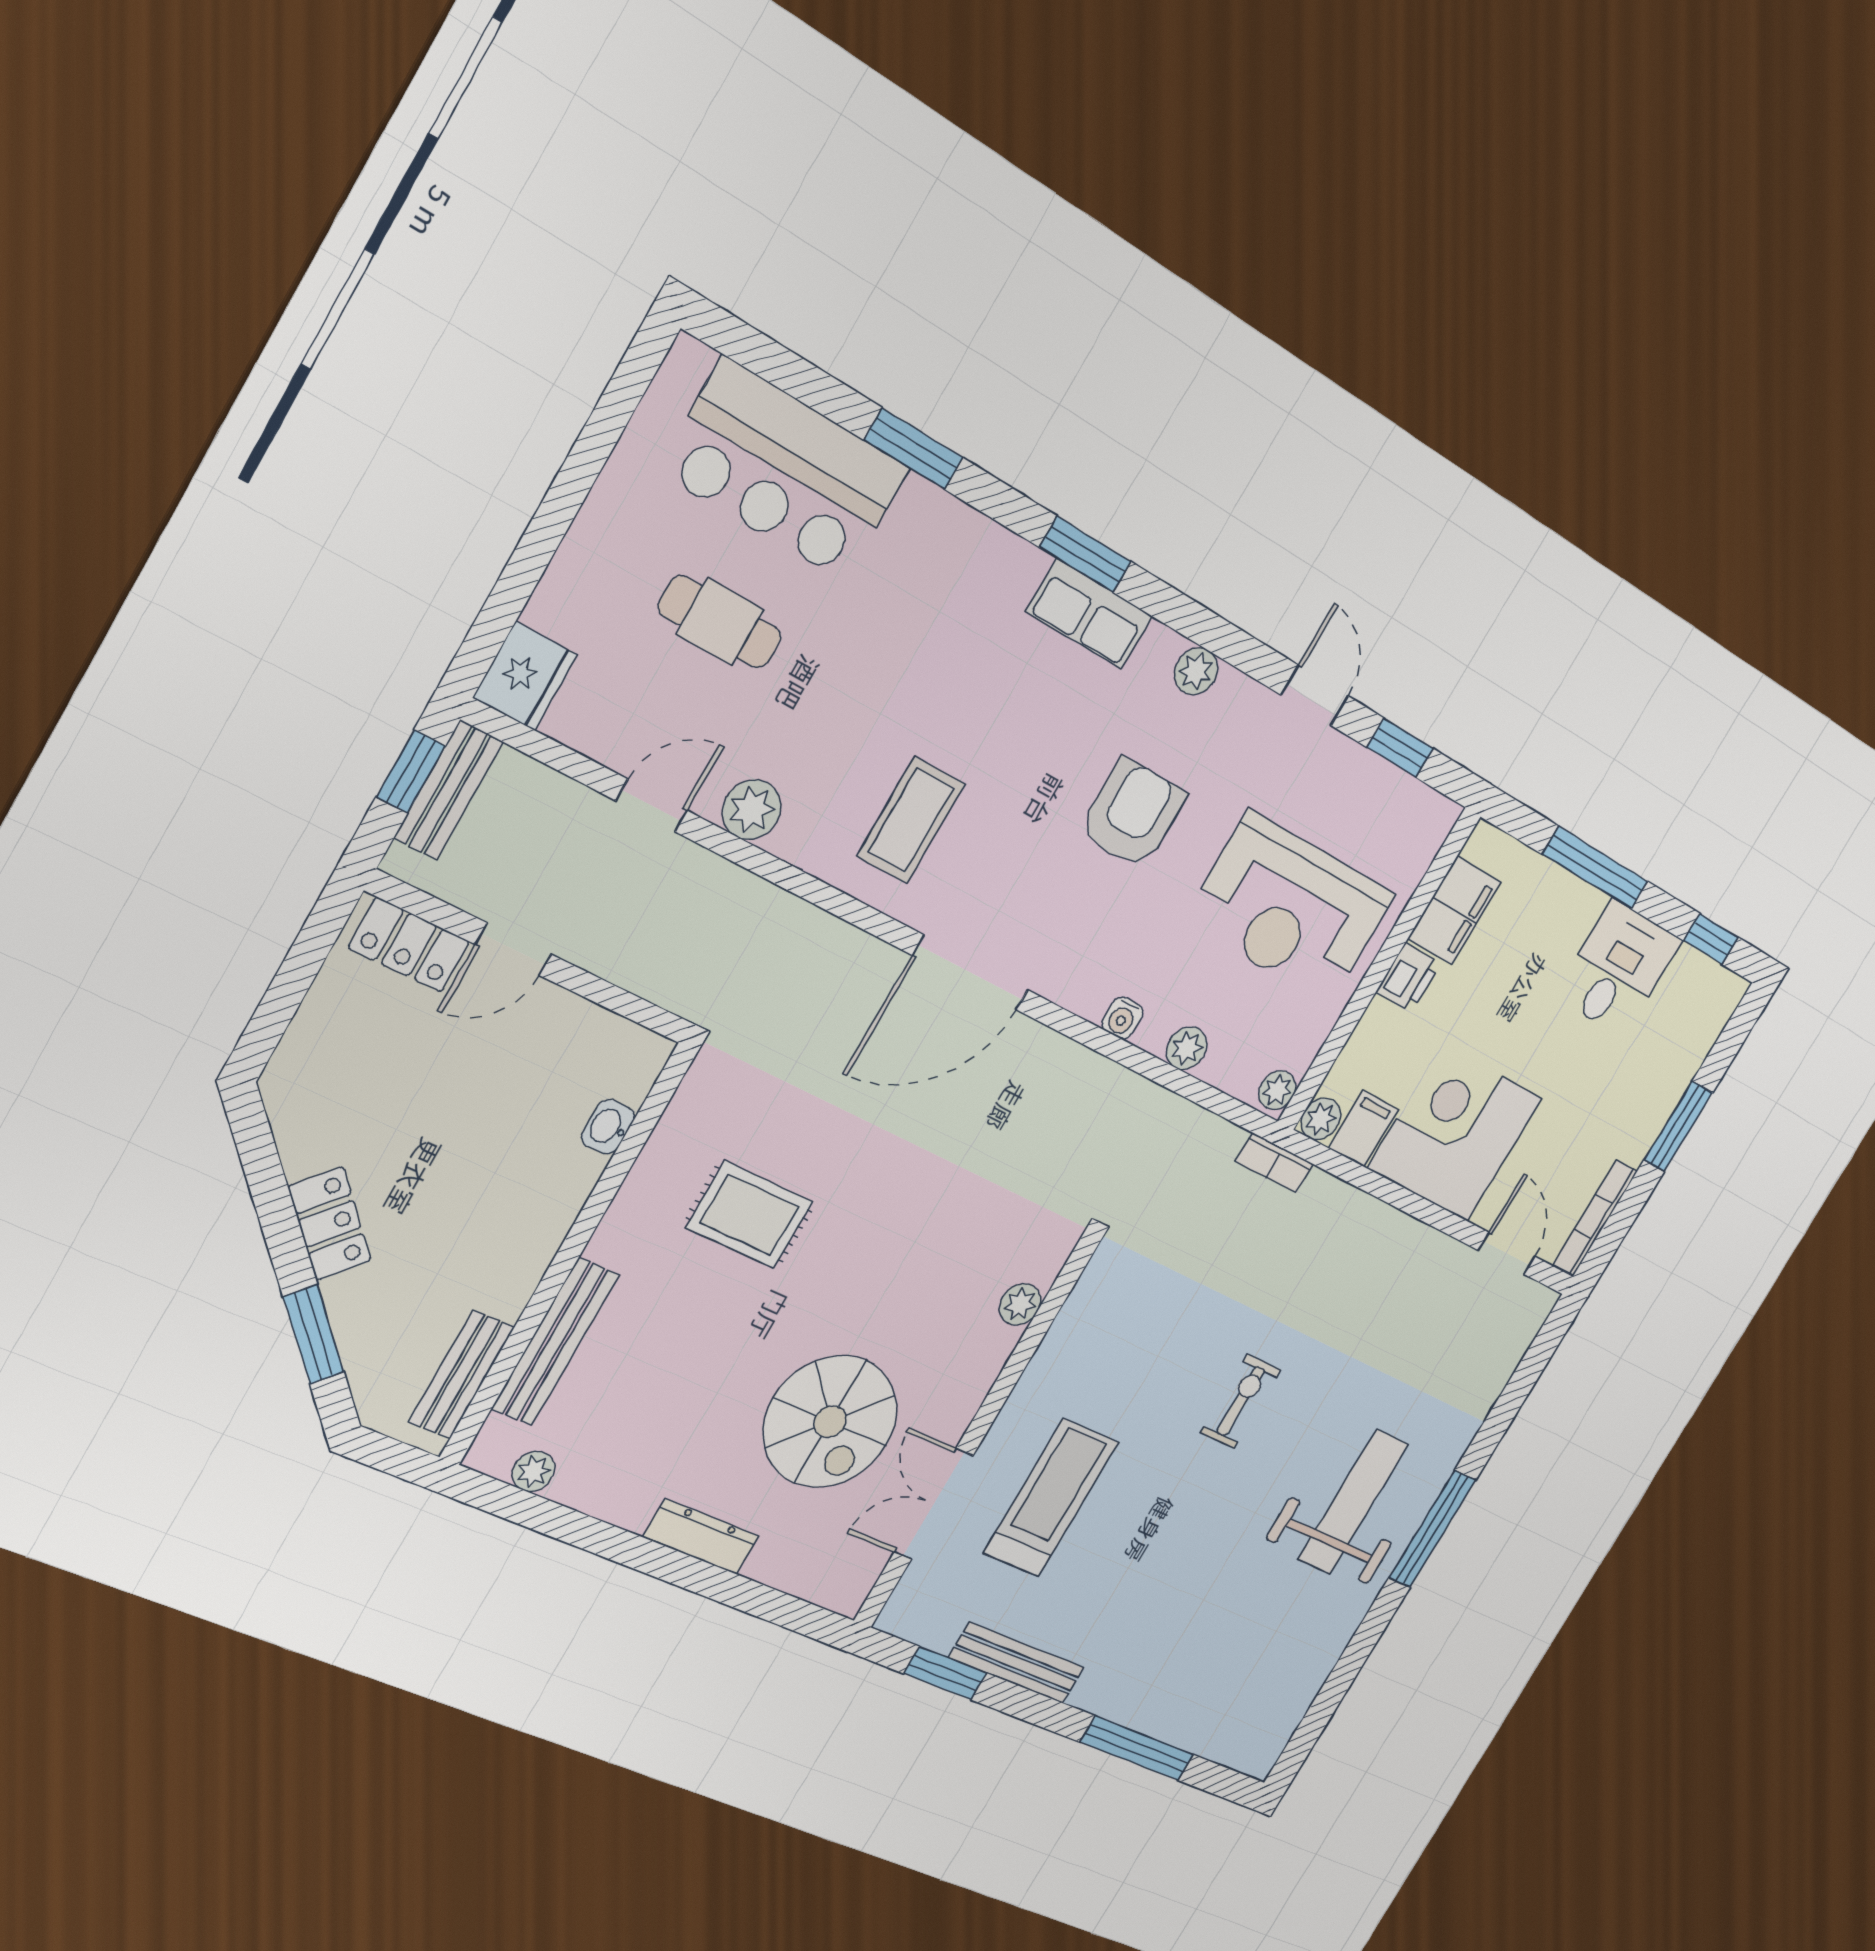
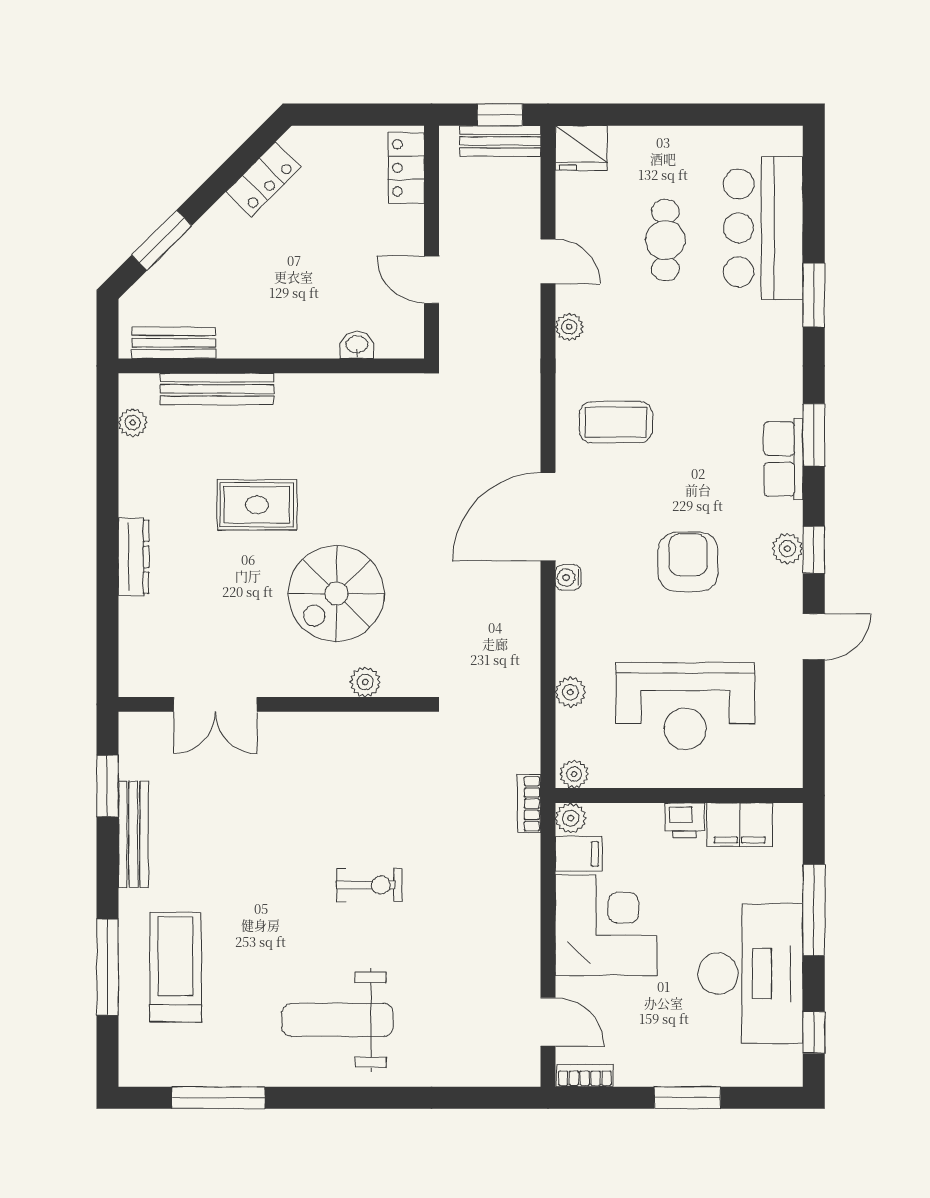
window: (1400, 748) -> (814, 550), moved
plant: (752, 810) -> (569, 327), width x0.73, depth x0.73
armchair: (1133, 814) -> (688, 562), turned -90
reception desk: (1290, 908) -> (685, 706), turned -90
door: (513, 949) -> (431, 280), moved
desk: (1618, 968) -> (750, 974), width x1.87, depth x1.30
door: (970, 973) -> (548, 517), hinge flipped
water cooler: (1122, 1018) -> (568, 578), moved
rug: (749, 1215) -> (257, 505), moved, turned 90
bookcase: (1595, 1218) -> (585, 1075), width x0.64
locker: (330, 1224) -> (263, 179), moved
door: (1507, 1253) -> (548, 1022), hinge flipped
spiral stairs: (830, 1422) -> (336, 594), moved
treadmill: (1051, 1498) -> (176, 967), moved, turned -90
weight bench: (1353, 1502) -> (337, 1020), turned 180
double door: (934, 1504) -> (215, 704), swing flipped
window: (1432, 1529) -> (218, 1098), moved

